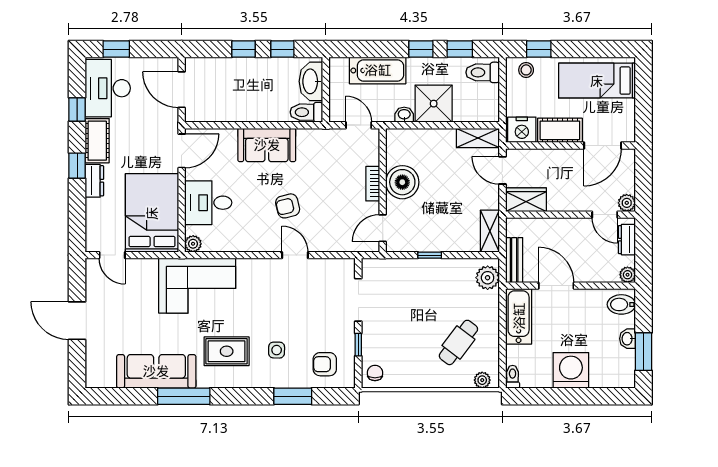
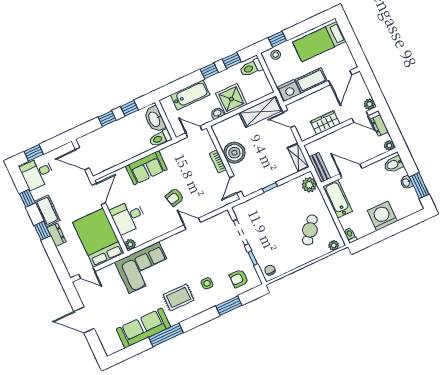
desk: (108, 88) -> (37, 173), width x0.73
shelving: (478, 138) -> (261, 112), width x1.50, depth x1.33
wardrobe: (526, 200) -> (325, 123), moved

